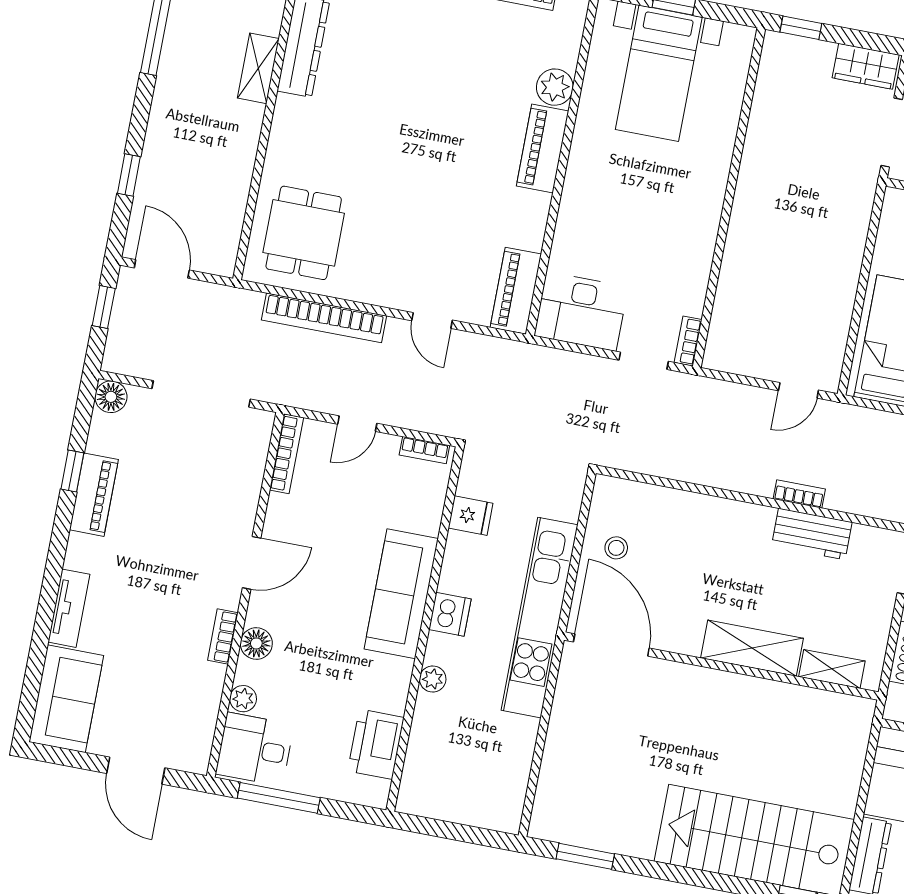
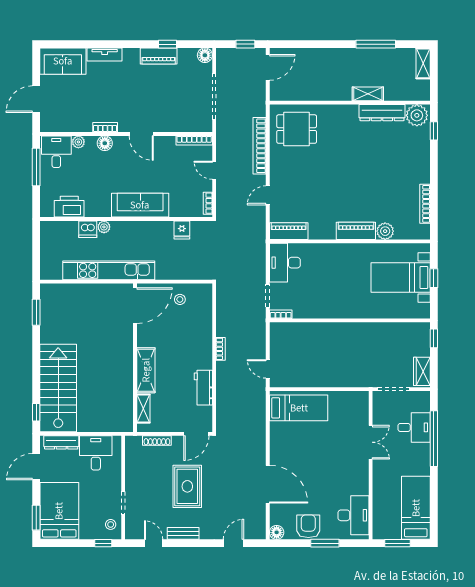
window: (129, 175) -> (308, 44), removed
bookcase: (799, 494) -> (220, 349), moved
dishwasher: (450, 614) -> (88, 229), moved
kitchen unit: (540, 618) -> (109, 270), moved

